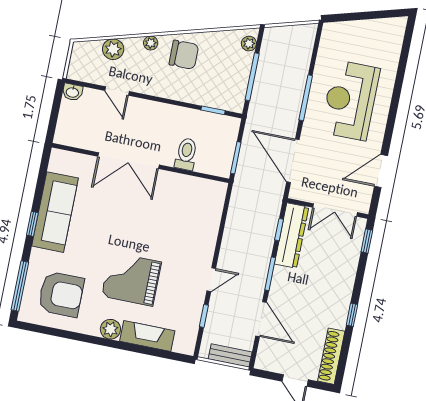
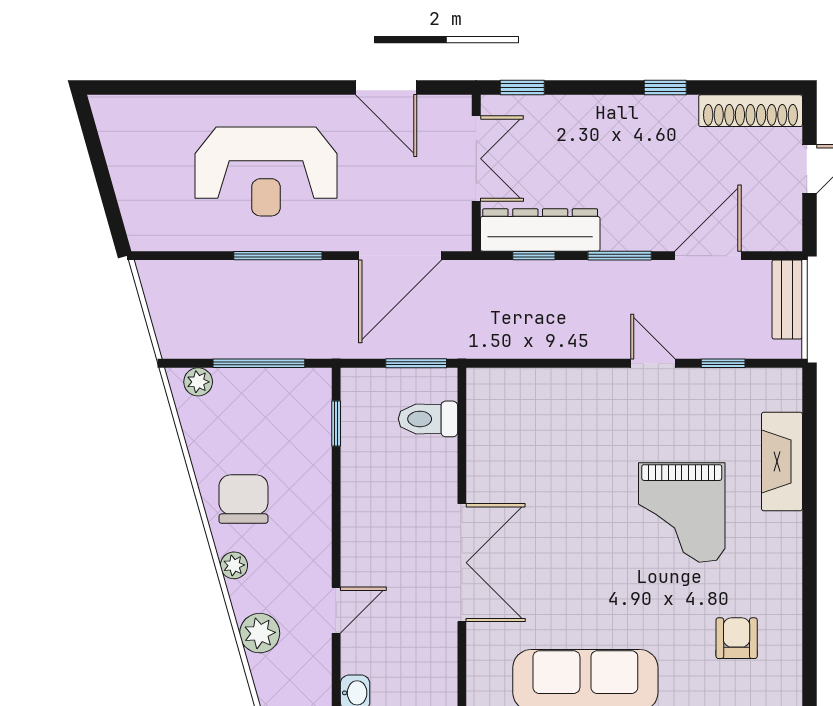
toilet: (186, 154) -> (428, 419), moved
armchair: (61, 294) -> (737, 638), width x0.53, depth x0.53
plant: (110, 329) -> (783, 533), removed

